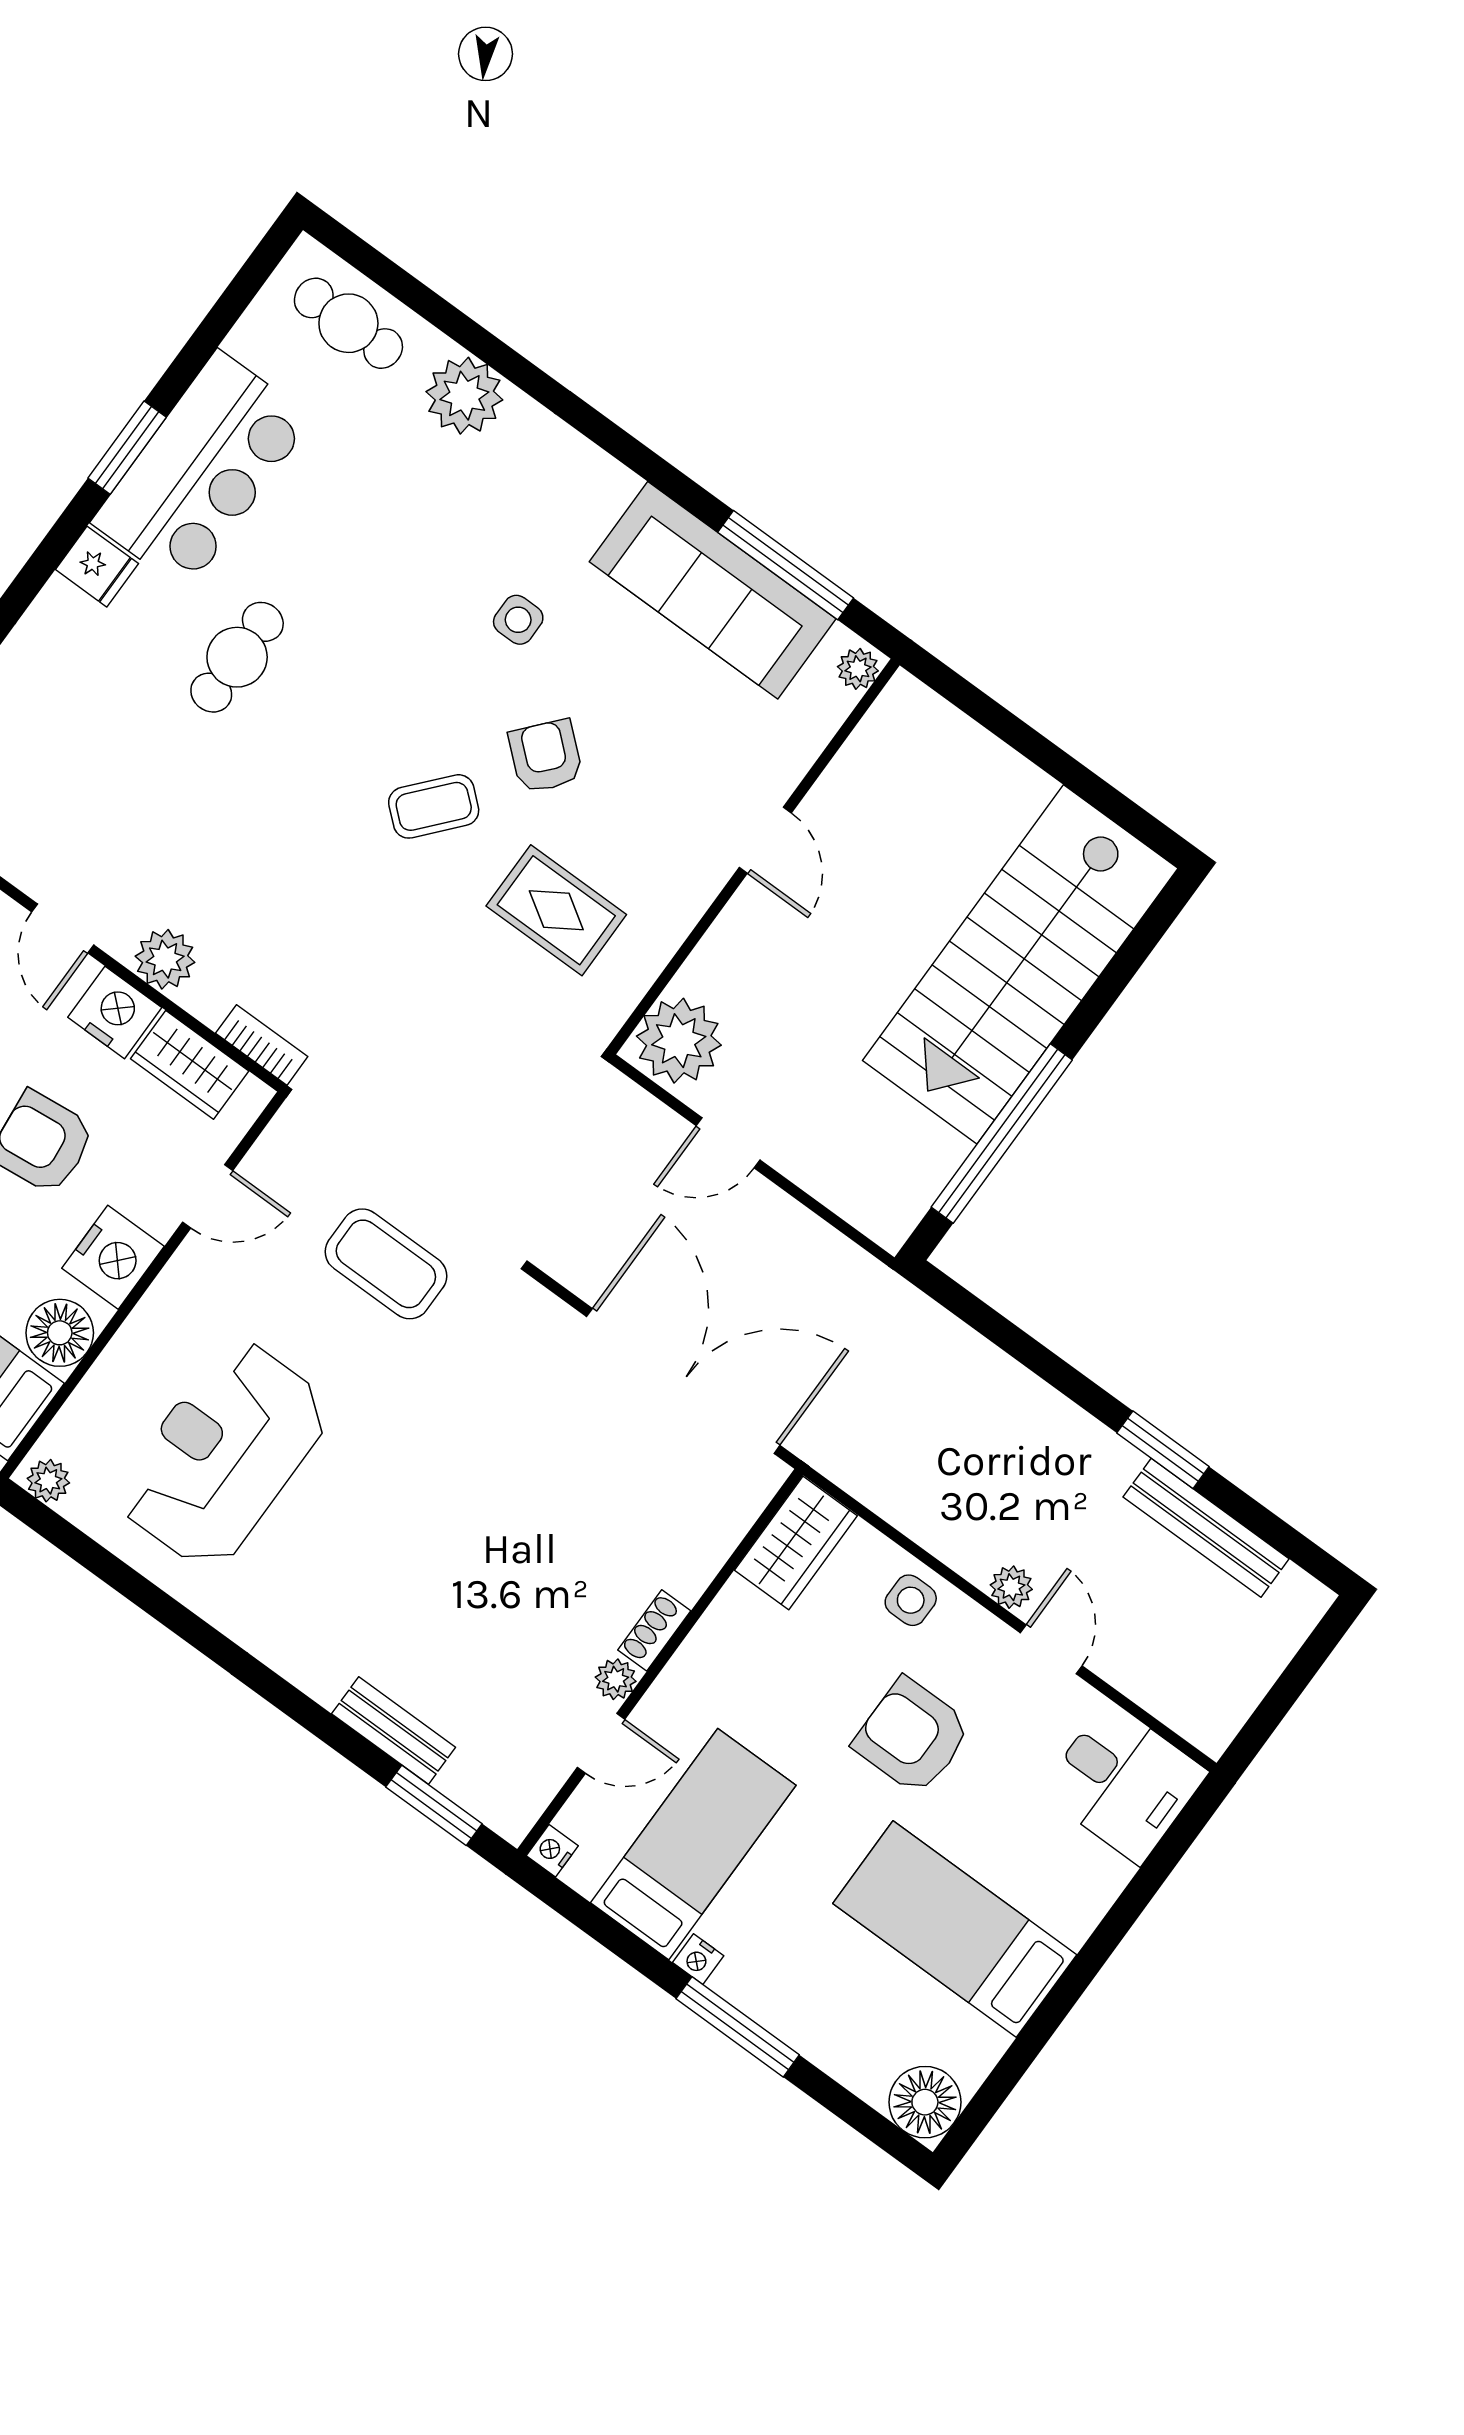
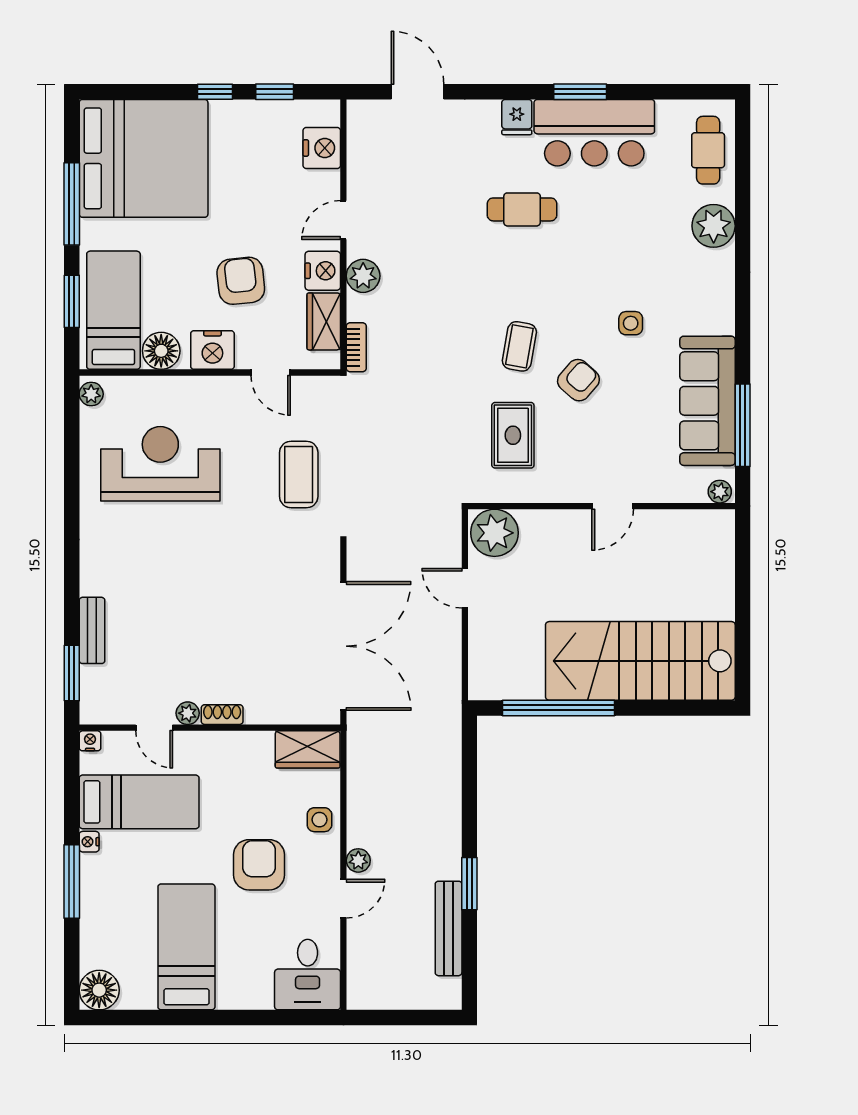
coffee table: (434, 806) -> (519, 346), turned 59

